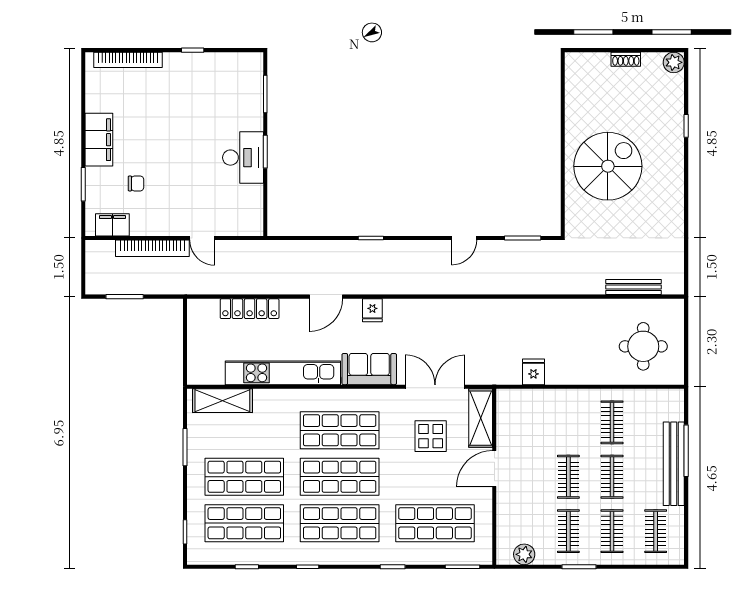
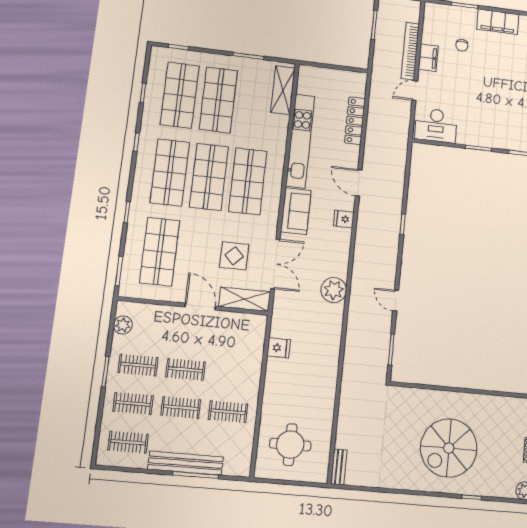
desk: (243, 158) -> (436, 125), moved
spiral stairs: (608, 166) -> (449, 448), moved, turned 90
filing cabinet: (112, 225) -> (428, 58), moved
bench: (634, 287) -> (339, 467), moved, width x0.73
plant: (459, 314) -> (334, 290), added

